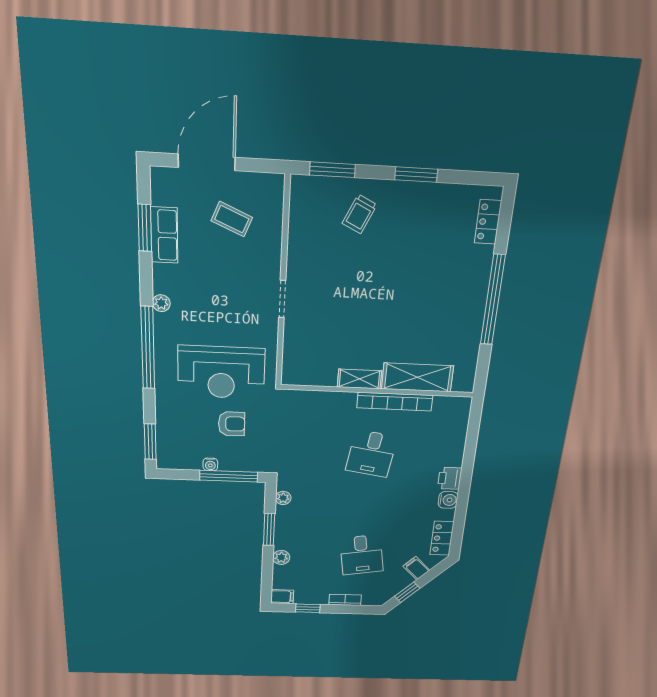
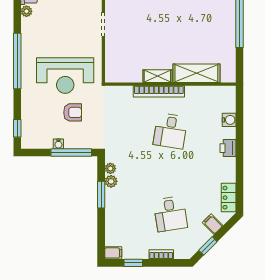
plant: (161, 303) -> (26, 11), moved
bookcase: (395, 402) -> (159, 91), moved
window: (150, 442) -> (17, 128), width x0.67
water cooler: (448, 500) -> (229, 120), moved
plant: (281, 557) -> (111, 181), moved

